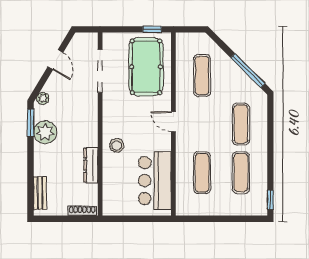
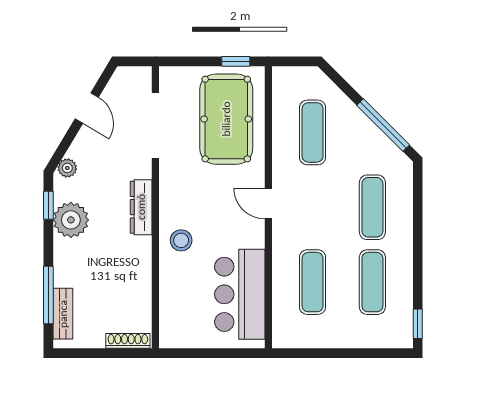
window: (31, 123) -> (48, 205), width x0.67
dresser: (91, 165) -> (141, 207), moved
window: (31, 181) -> (48, 295), added

